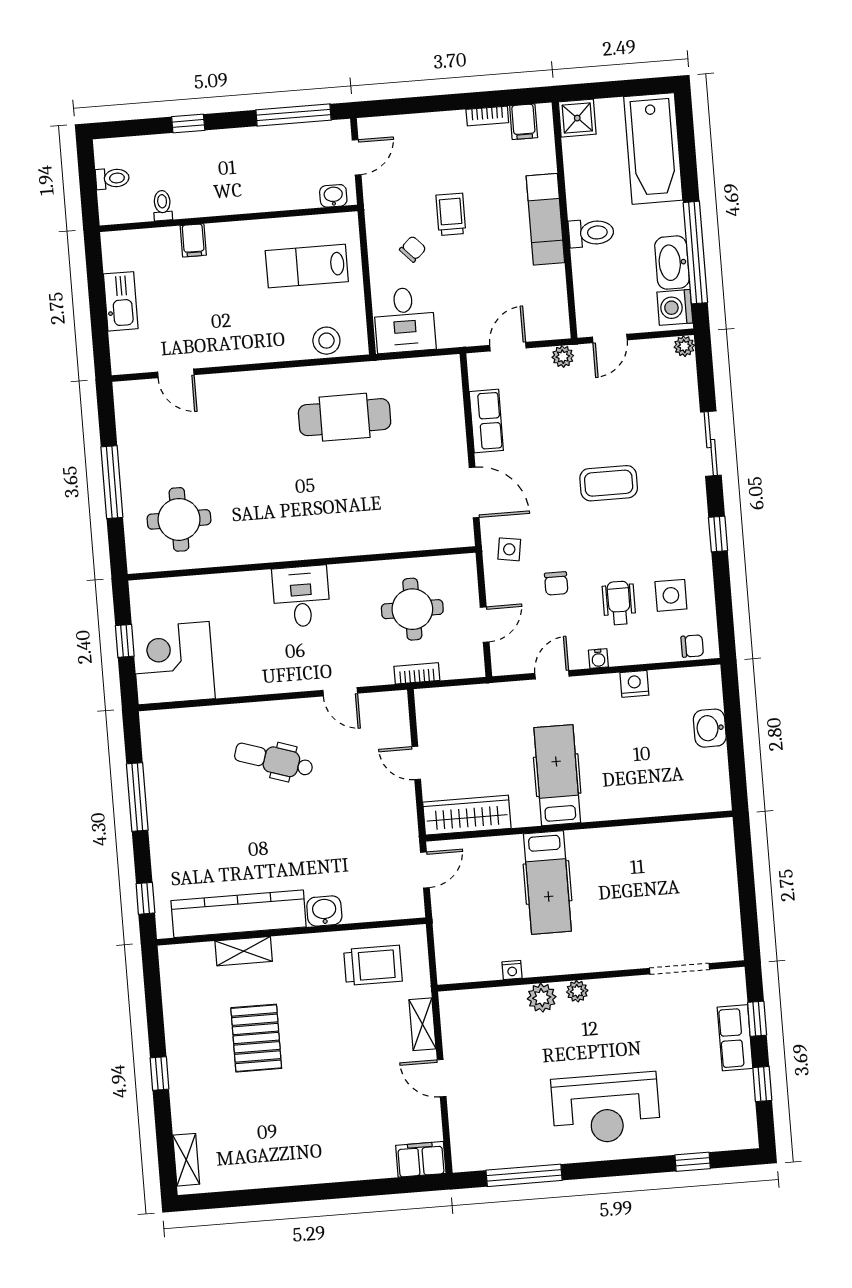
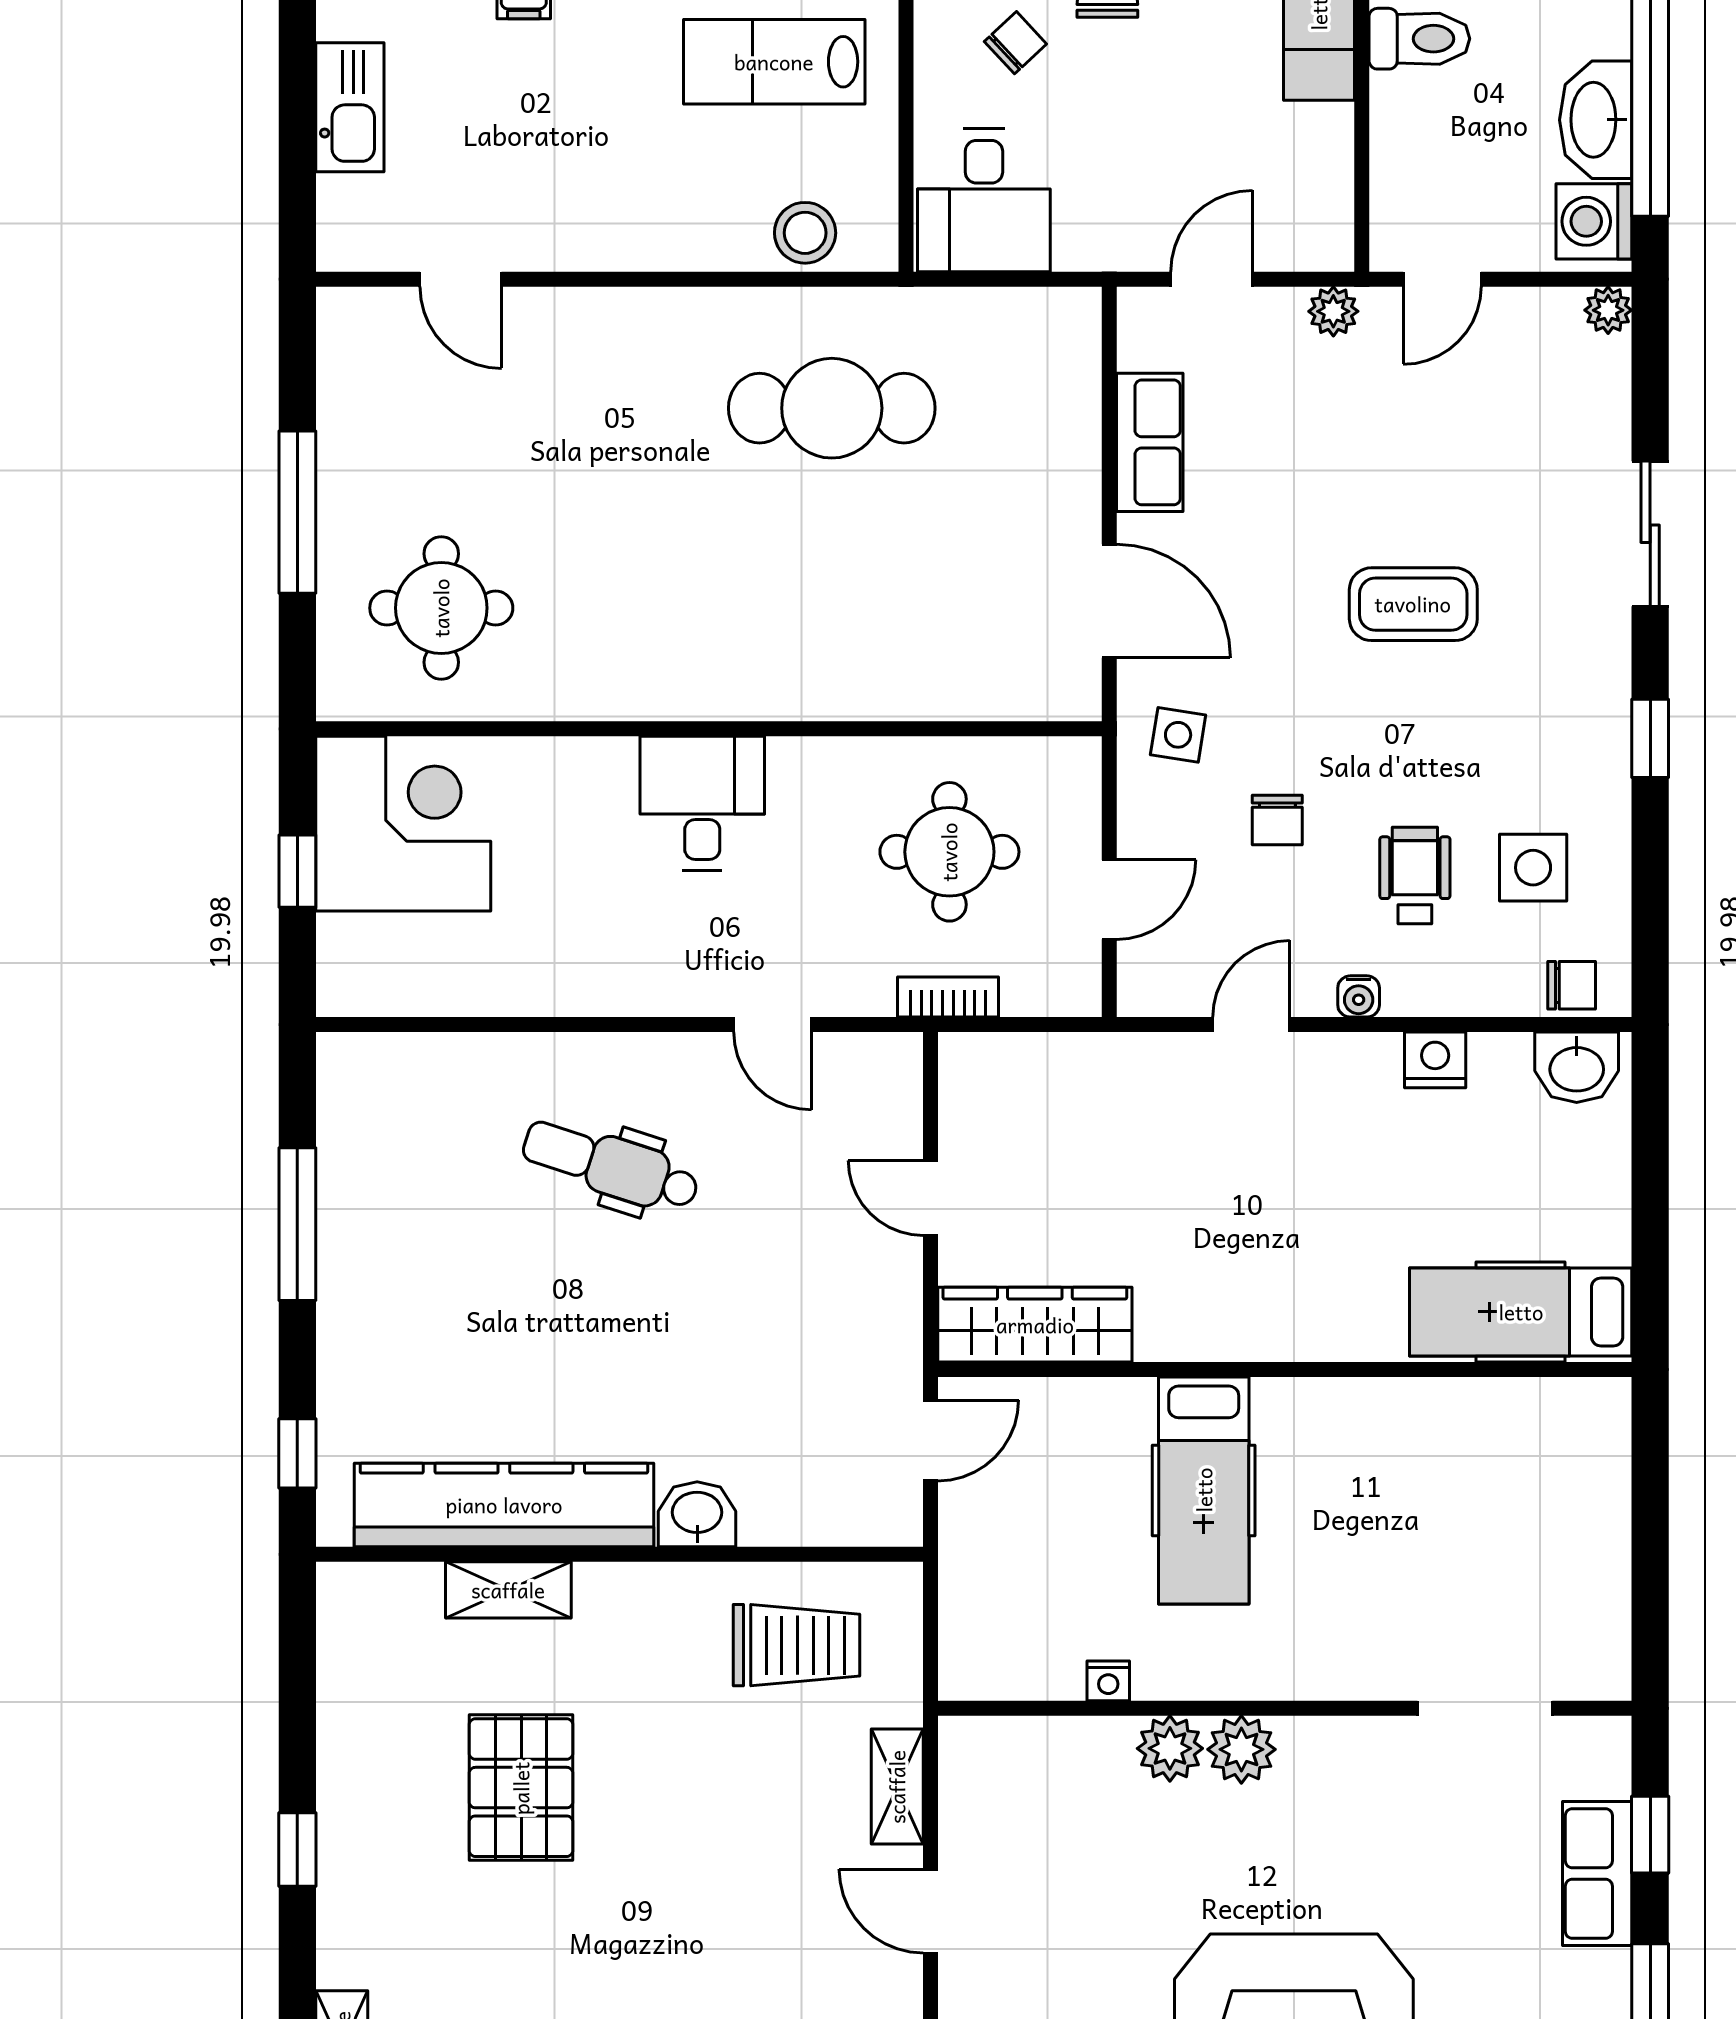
corner desk: (174, 663) -> (403, 824), moved, turned 90
washbasin: (710, 728) -> (1577, 1067), moved, turned -90
hospital bed: (557, 775) -> (1521, 1312), moved, turned -90
plant: (577, 991) -> (1241, 1749), width x1.38, depth x1.38

